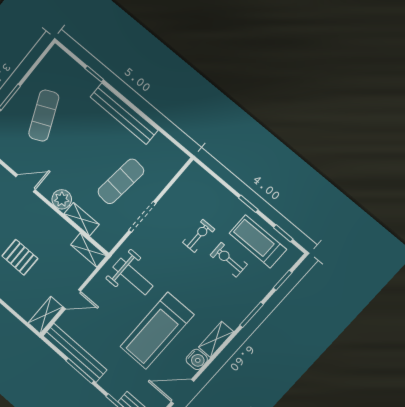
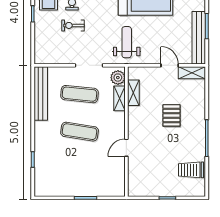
bench: (124, 114) -> (41, 94), moved
exercise mat: (44, 116) -> (80, 132), moved, turned 33
door: (26, 183) -> (126, 148), hinge flipped
plant: (62, 199) -> (118, 78), moved
shelving: (89, 250) -> (133, 93), moved

